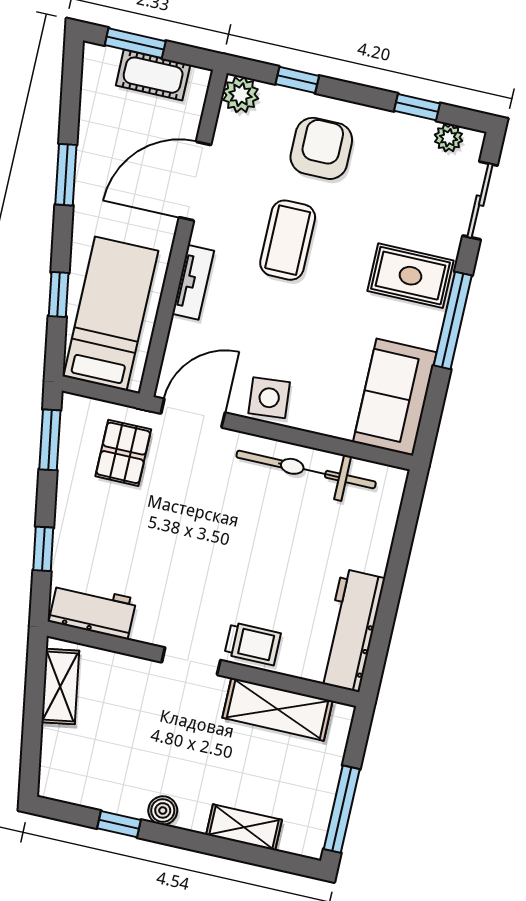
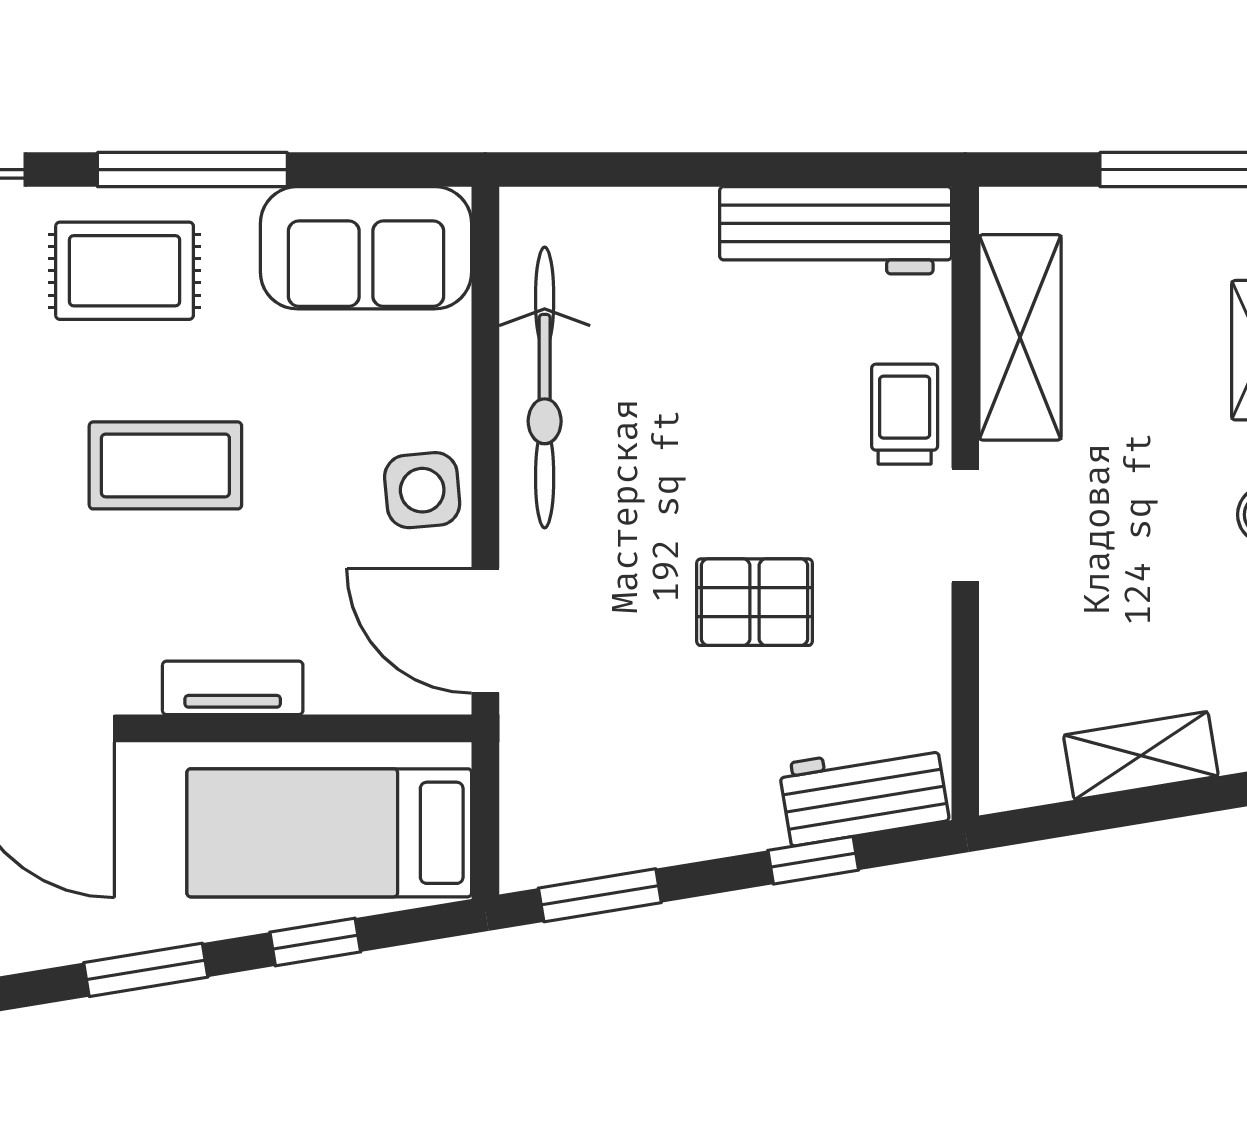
window: (66, 175) -> (146, 970), moved
coffee table: (288, 240) -> (165, 465), moved
rug: (411, 276) -> (125, 271), turned 90
pallet: (123, 453) -> (755, 602), moved
workbench: (93, 610) -> (864, 793), moved, turned 81
shelving: (60, 687) -> (1141, 756), moved

